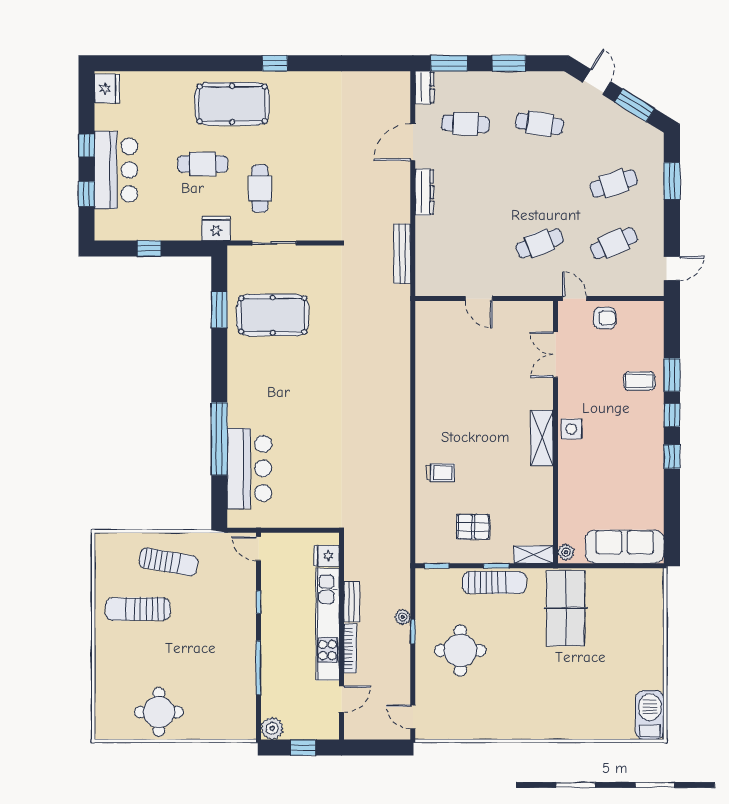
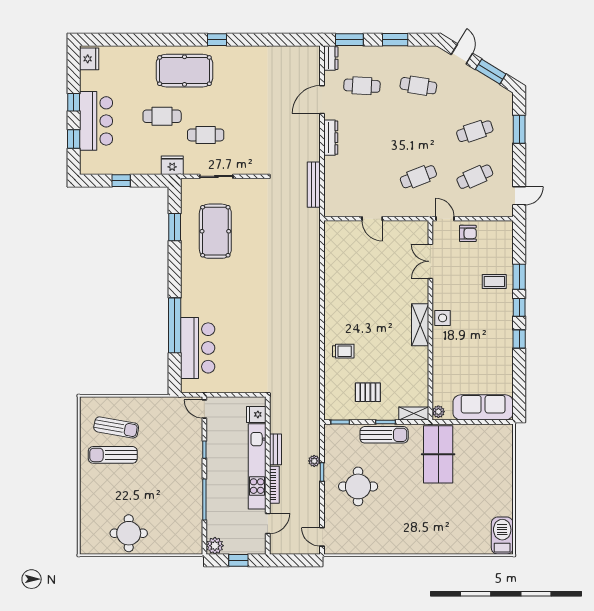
cafe table: (260, 188) -> (206, 135), turned 90
pool table: (273, 315) -> (215, 231), turned 90
sun lounger: (168, 562) -> (116, 427), moved

